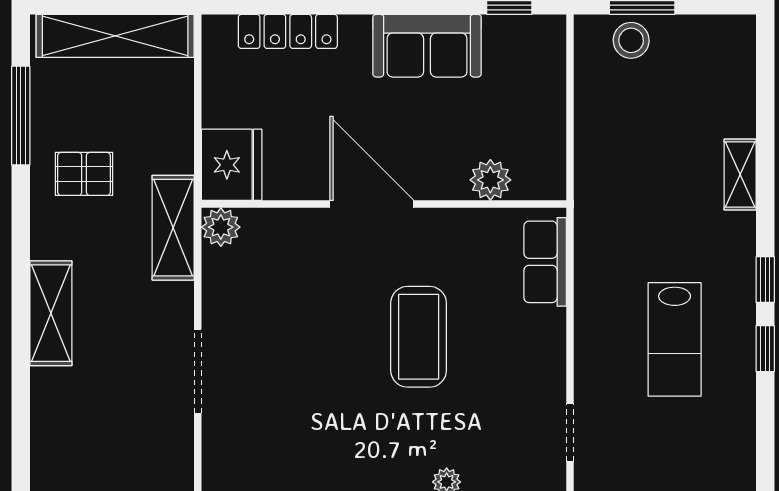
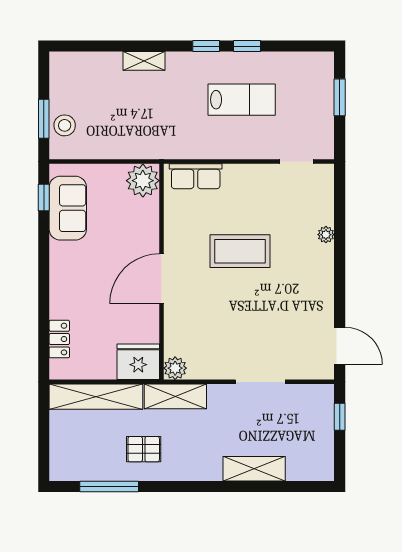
locker: (288, 31) -> (59, 339), width x0.66
shelving: (115, 36) -> (96, 397), moved, turned 90
sofa: (427, 46) -> (68, 208), moved
pallet: (84, 174) -> (144, 449), turned 90
plant: (490, 180) -> (143, 181), moved, width x1.36, depth x1.36
shelving: (51, 313) -> (254, 469), moved

